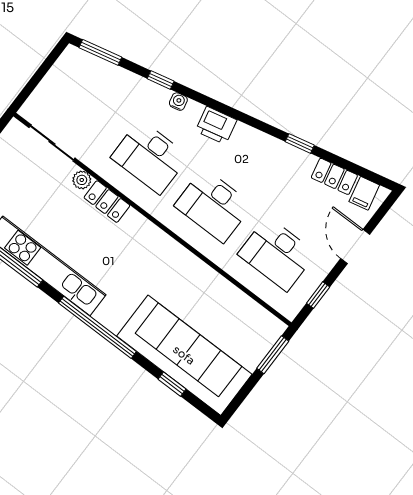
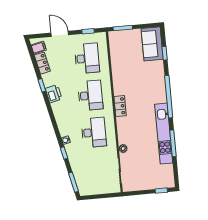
printer: (216, 125) -> (54, 94), moved
locker: (107, 202) -> (120, 106), moved
door: (355, 246) -> (60, 34), swing flipped
sofa: (184, 355) -> (152, 44), width x0.54, depth x0.79

